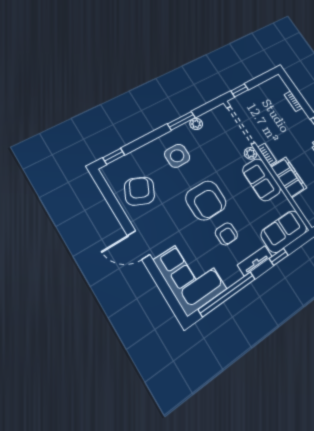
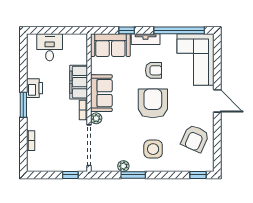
armchair: (226, 234) -> (153, 70), turned 90

